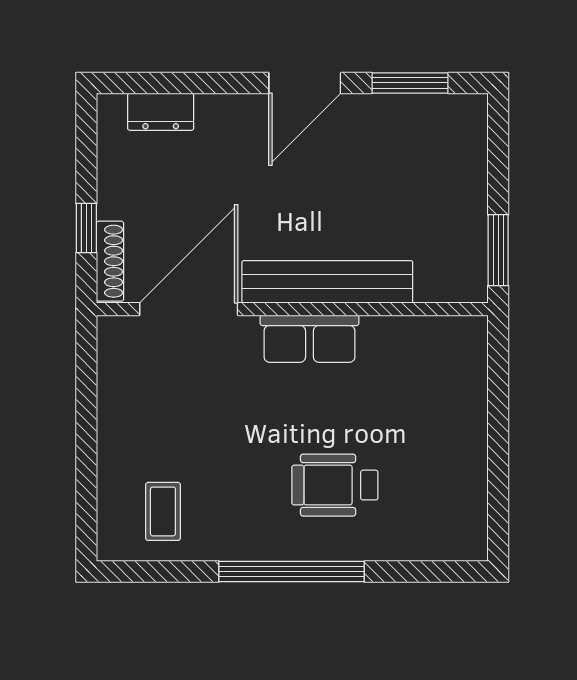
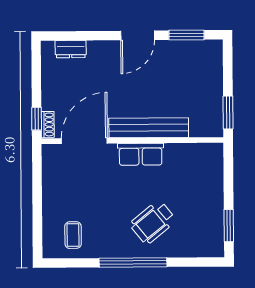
window: (86, 228) -> (37, 119), moved
shoe rack: (110, 261) -> (48, 124), width x0.70
wheelchair: (335, 485) -> (153, 222), turned -39
window: (498, 494) -> (229, 226), added

